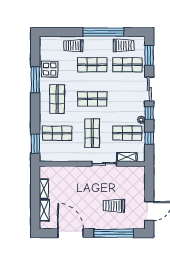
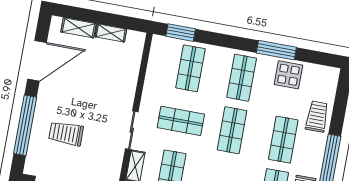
shop shelf: (57, 99) -> (242, 78), turned 90
trolley: (114, 206) -> (66, 133), turned -90

